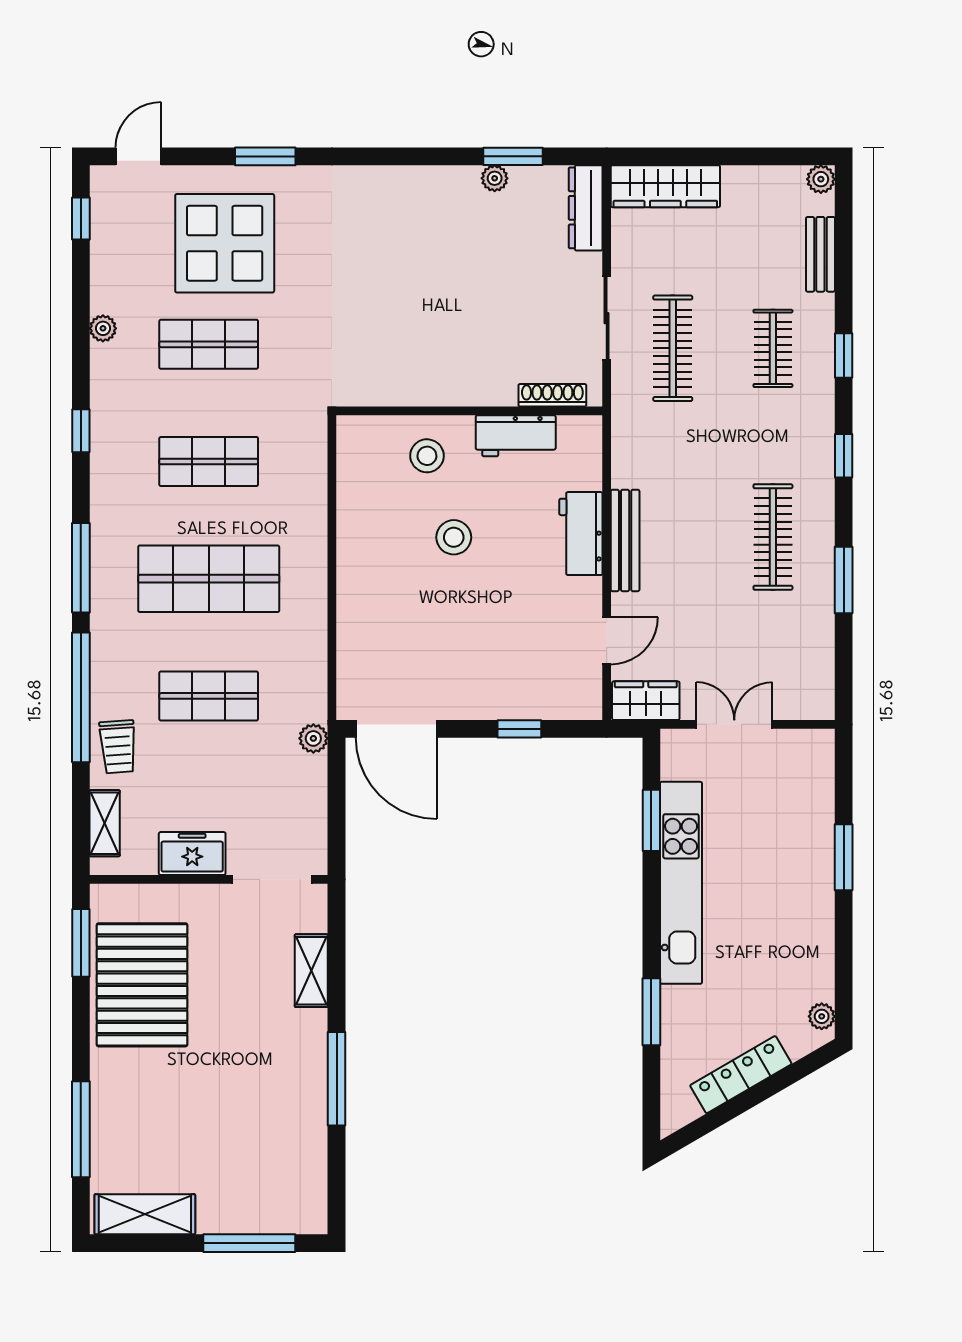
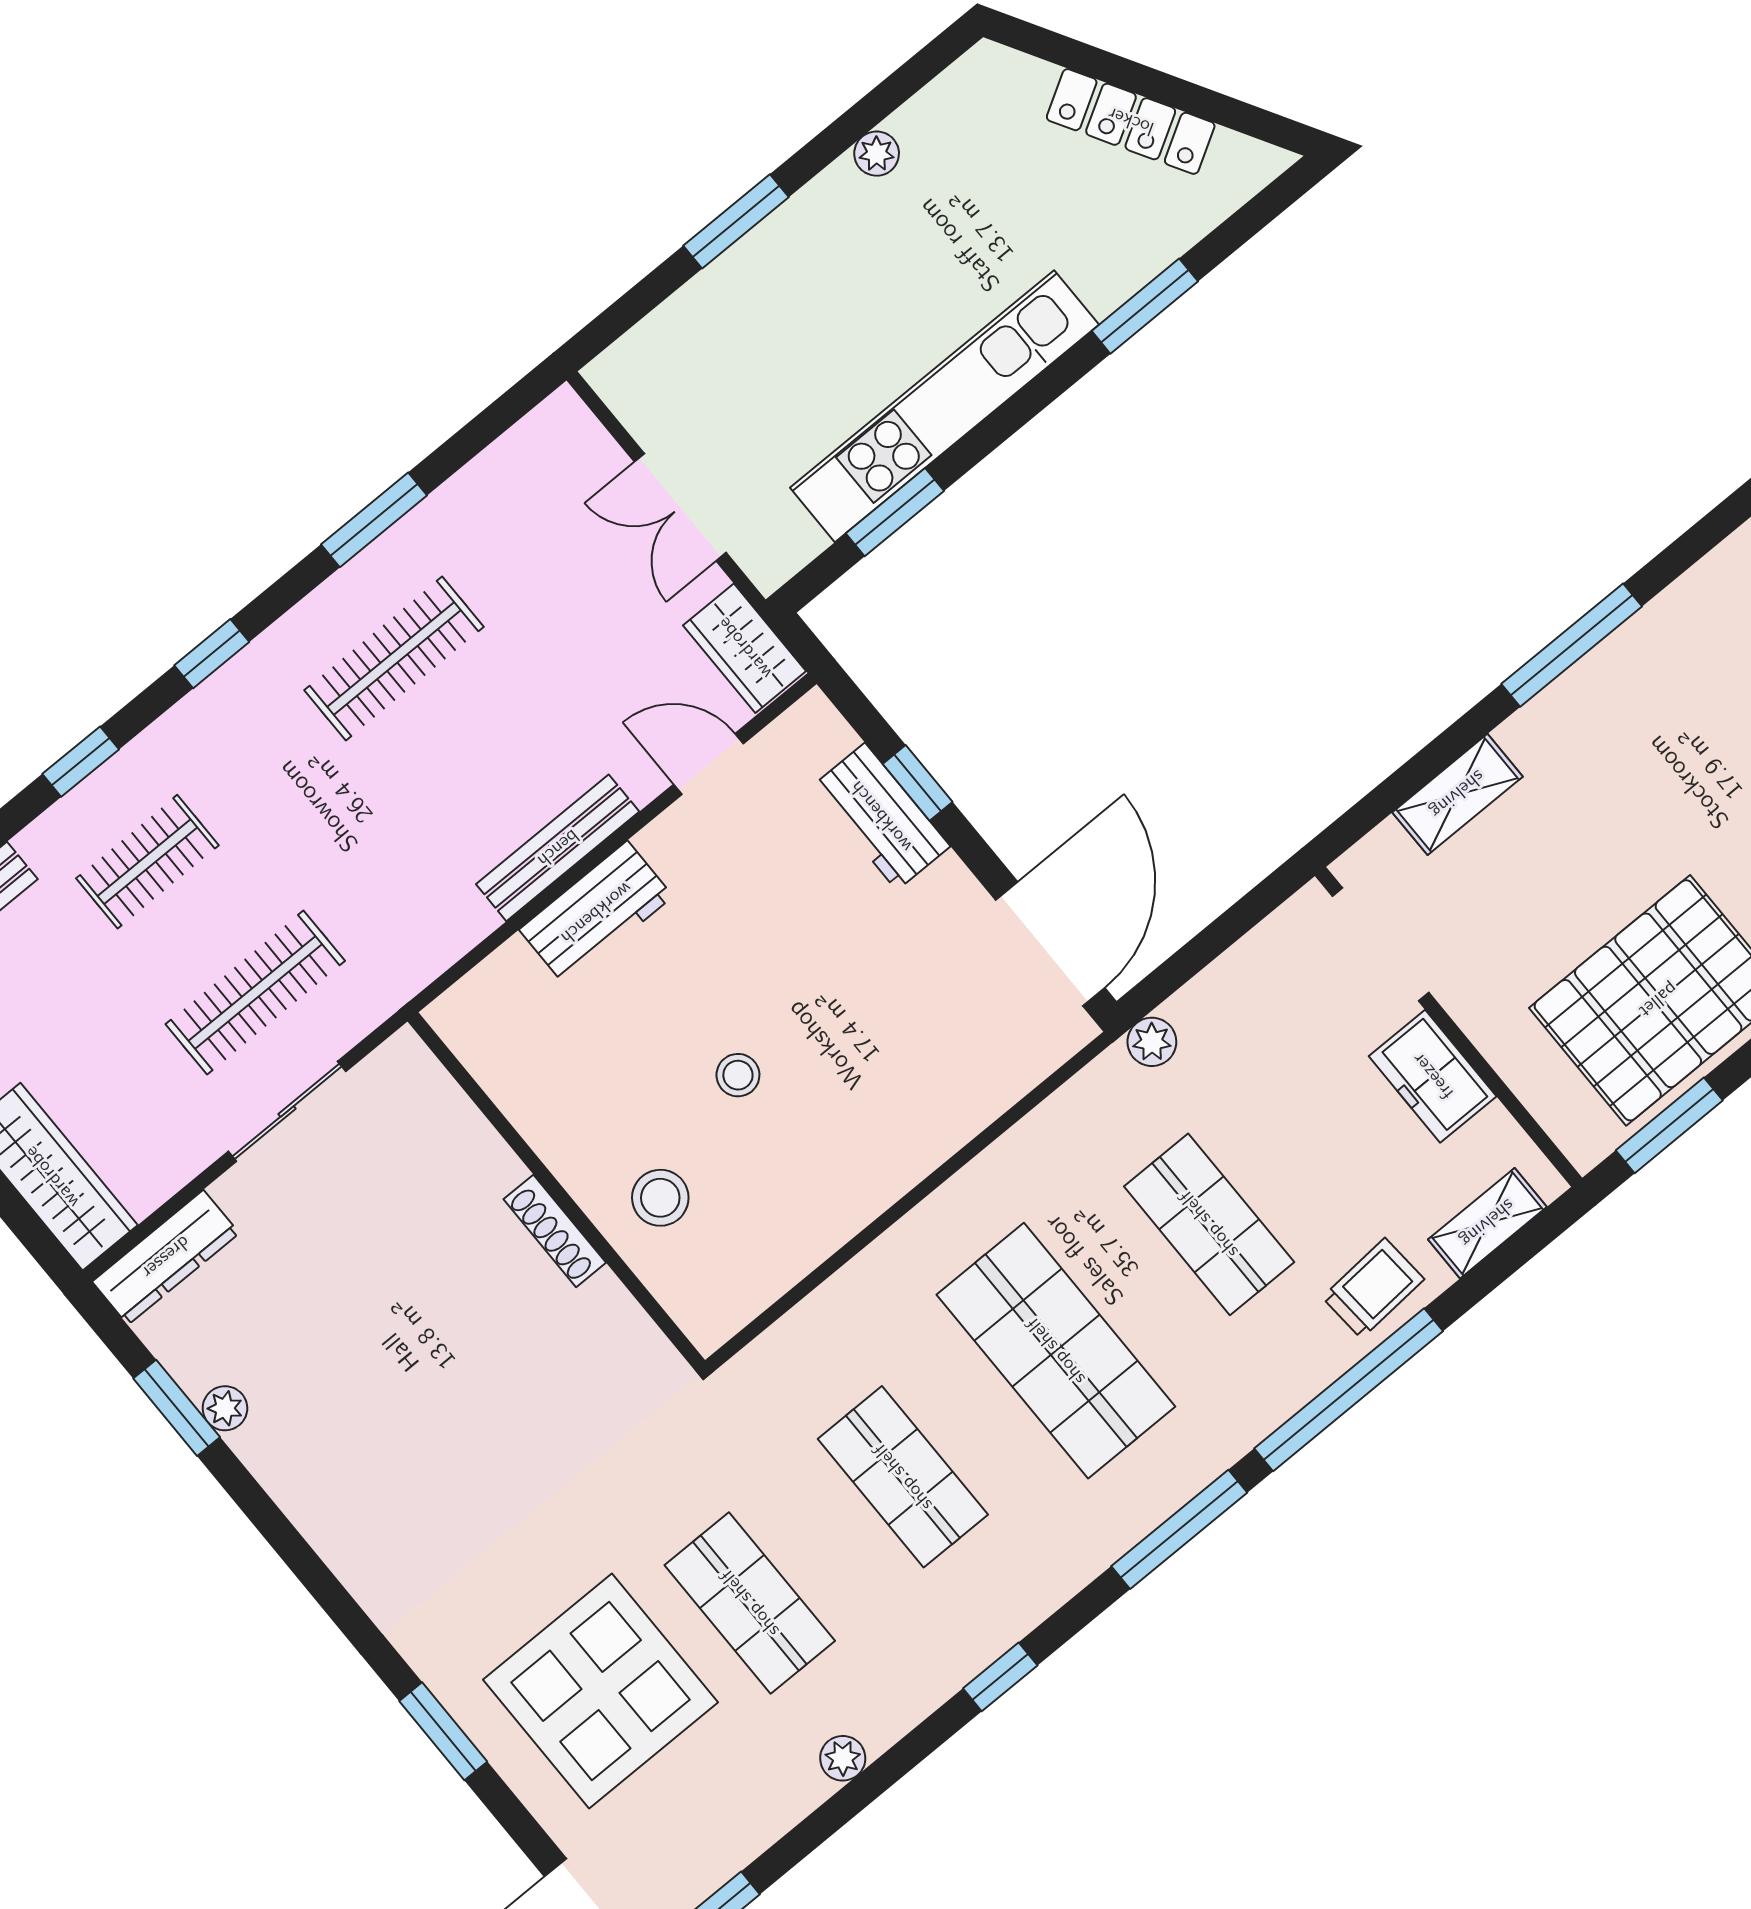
shoe rack: (552, 395) -> (555, 1231), moved
workbench: (516, 436) -> (881, 816), moved, turned 180
stool: (454, 537) -> (738, 1075), width x0.73, depth x0.73
plant: (822, 1016) -> (877, 154), moved

